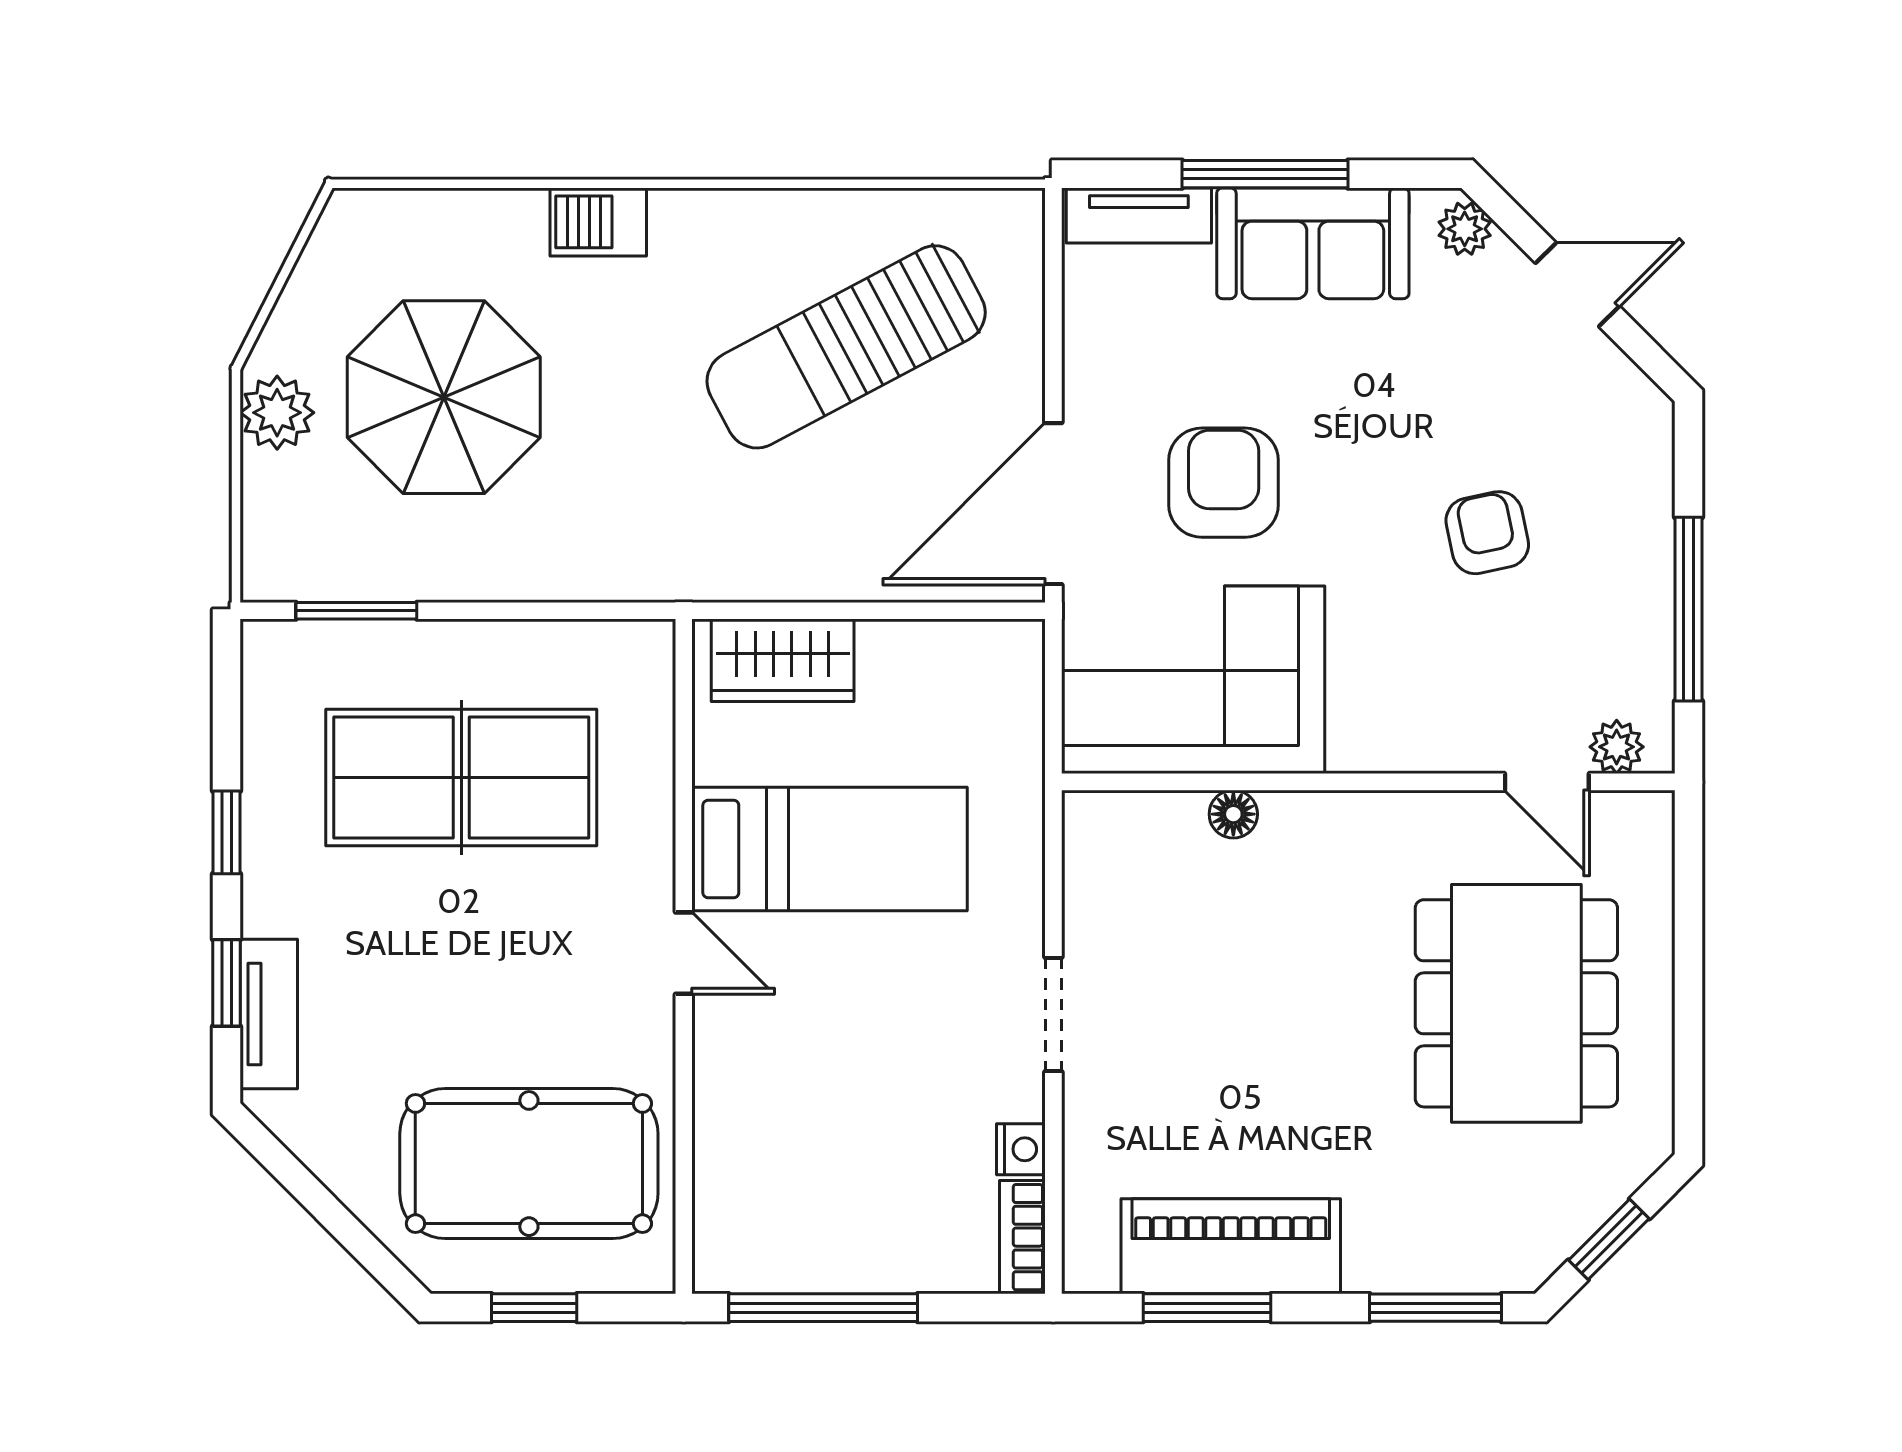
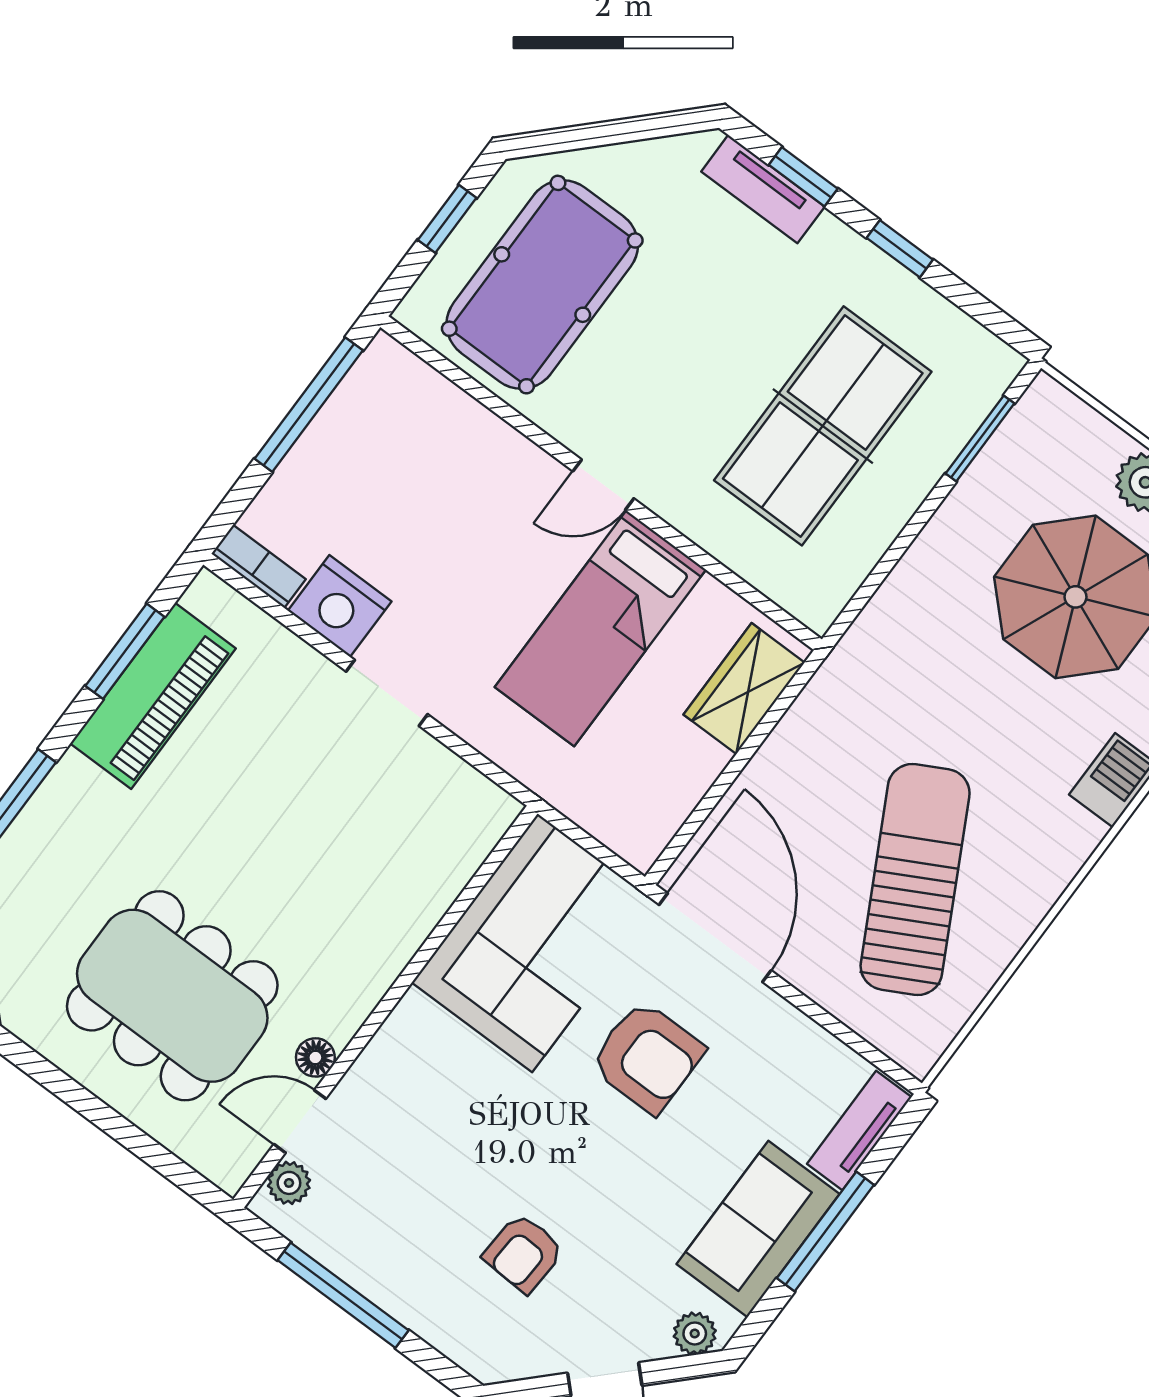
armchair: (1487, 533) -> (523, 1253), moved, turned 105
floor lamp: (1233, 814) -> (315, 1057), moved
nightstand: (1021, 1149) -> (340, 606), width x1.89, depth x1.79

